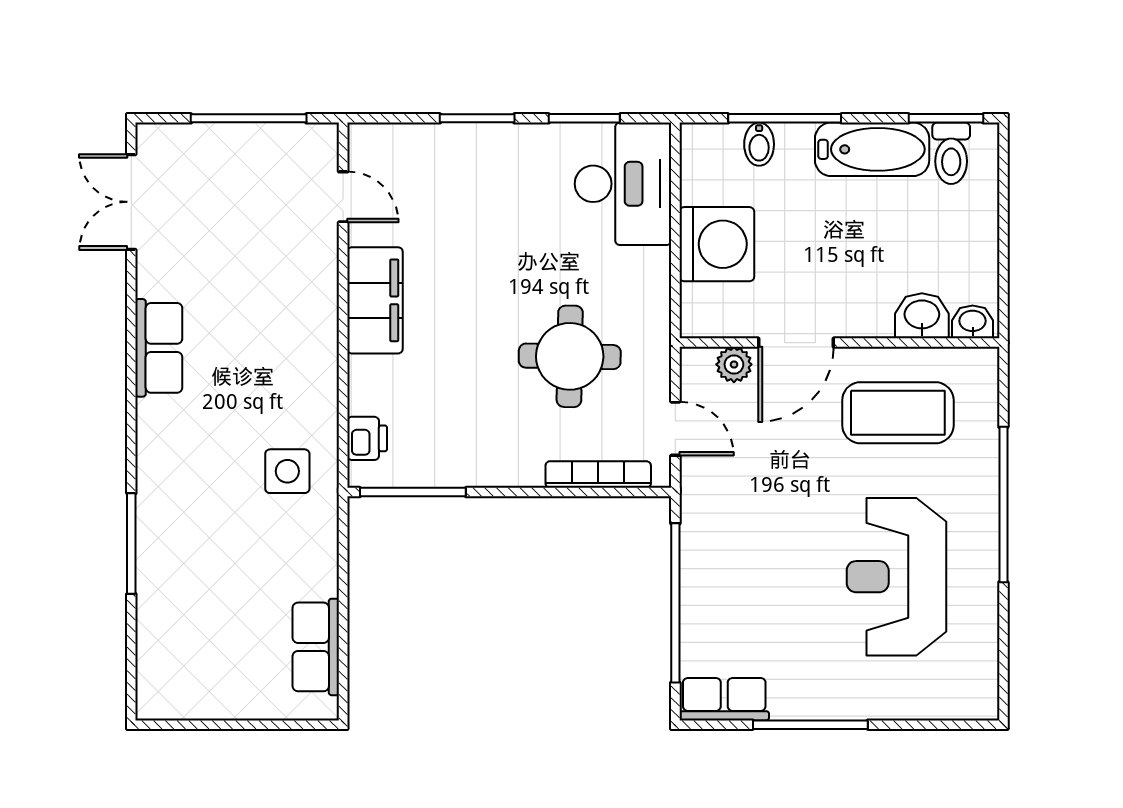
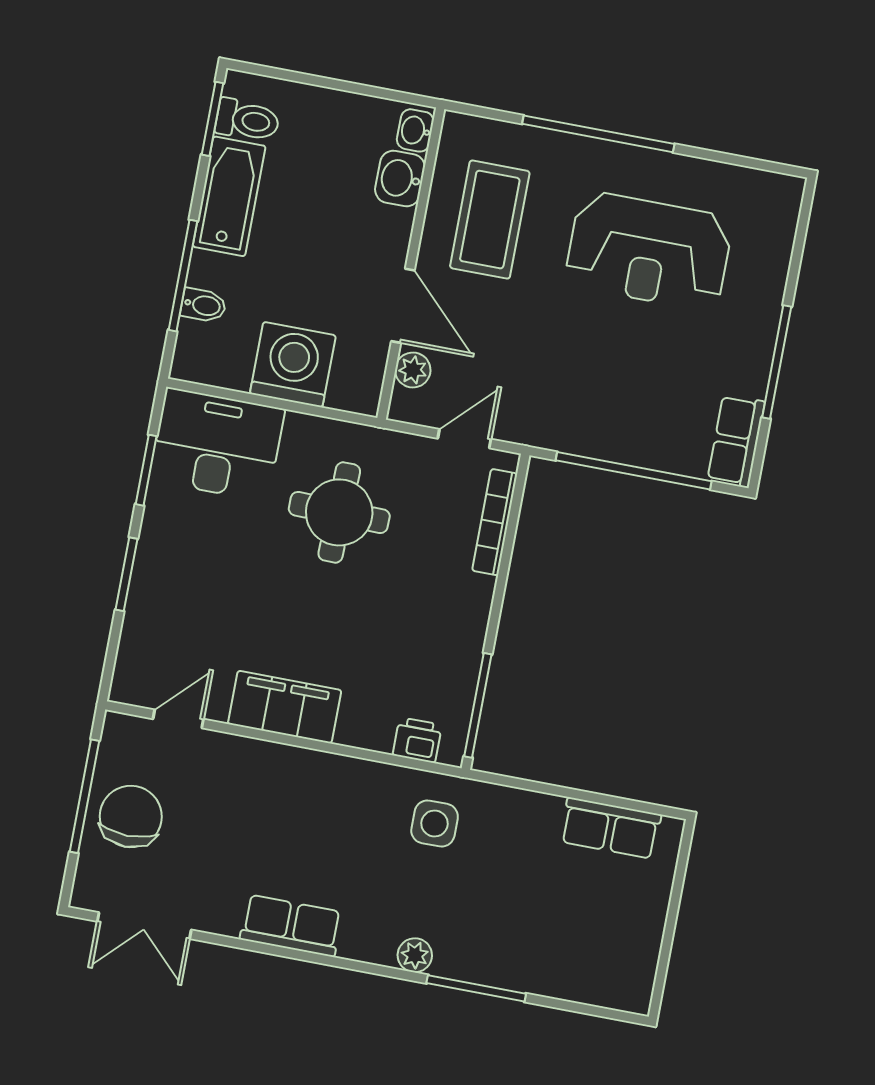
chair: (237, 168) -> (131, 816), added
round table: (570, 356) -> (339, 512), moved
plant: (153, 476) -> (415, 955), added

